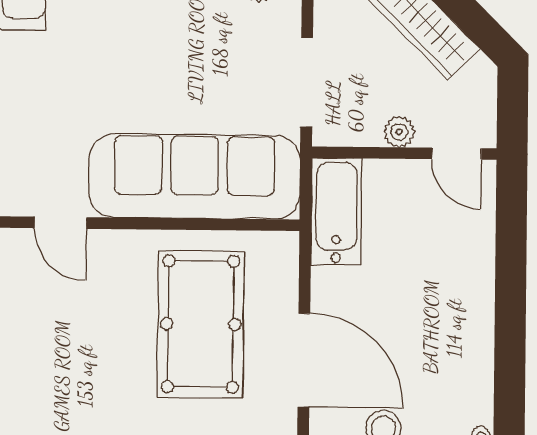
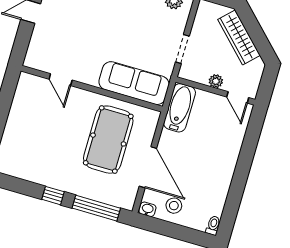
doorway: (307, 82) -> (182, 49), width x0.73
sofa: (194, 176) -> (134, 83), width x0.74, depth x0.79

